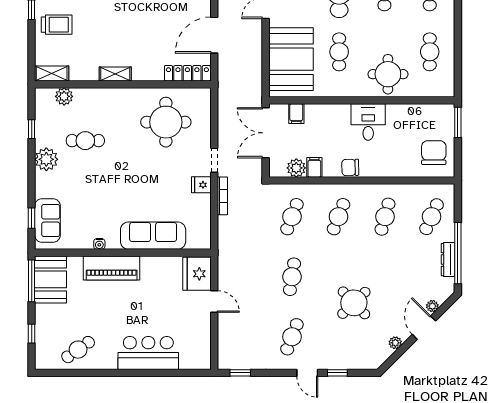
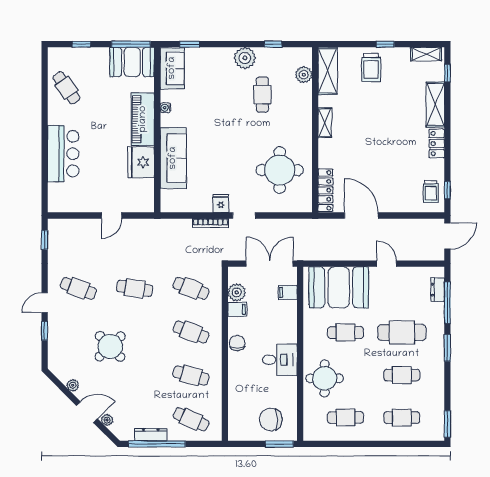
shelving: (52, 74) -> (328, 71), width x1.50, depth x1.33
chair: (434, 153) -> (271, 420), moved, turned 180
sofa: (47, 220) -> (172, 68), moved, turned -90
fridge: (197, 274) -> (141, 162), moved, turned -90

